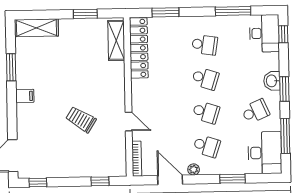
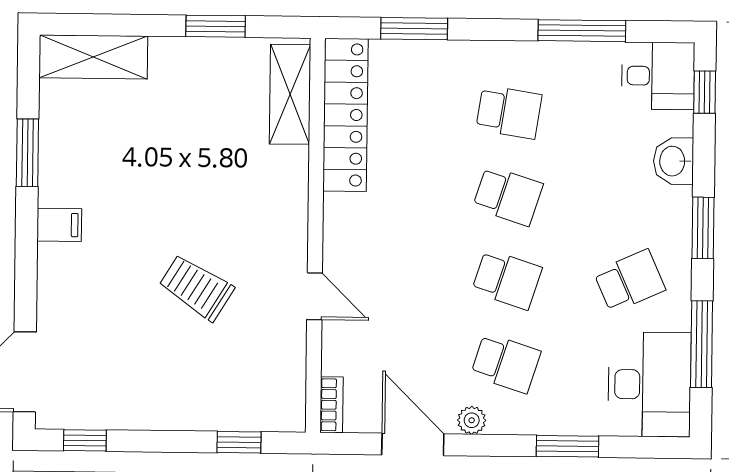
desk: (264, 33) -> (658, 76), width x0.73
washbasin: (272, 81) -> (673, 161), moved
bookcase: (137, 159) -> (332, 405), width x0.64

